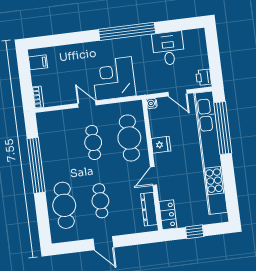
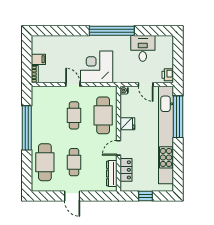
filing cabinet: (38, 62) -> (38, 59), moved
locker: (168, 215) -> (126, 170), moved

